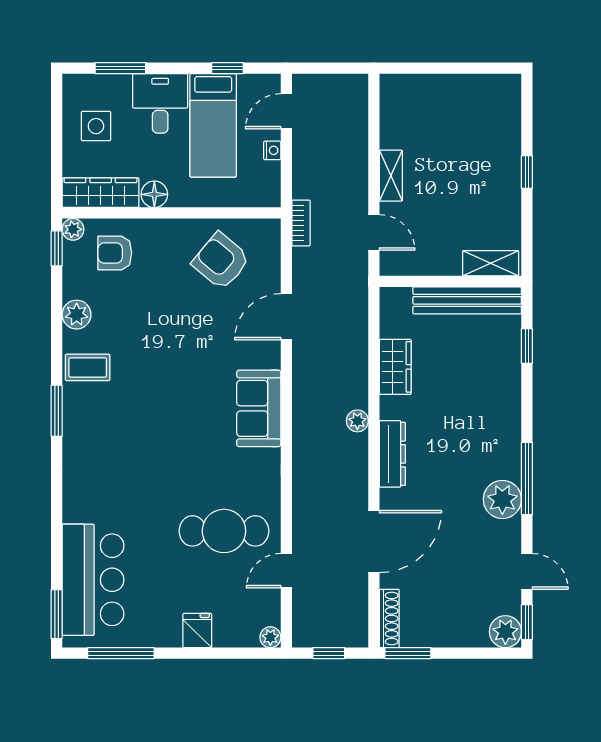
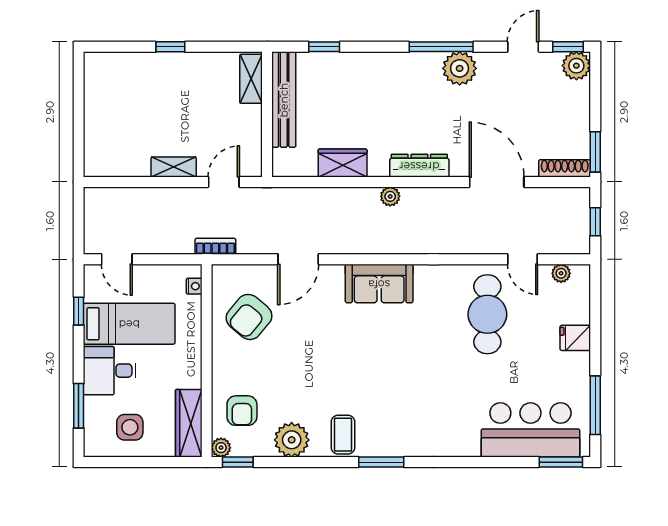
nightstand: (272, 150) -> (194, 286), moved, turned 90
floor lamp: (154, 194) -> (190, 376), removed
plant: (77, 315) -> (292, 440), width x1.36, depth x1.36
door: (286, 317) -> (298, 259), hinge flipped
plant: (270, 637) -> (561, 273), moved

